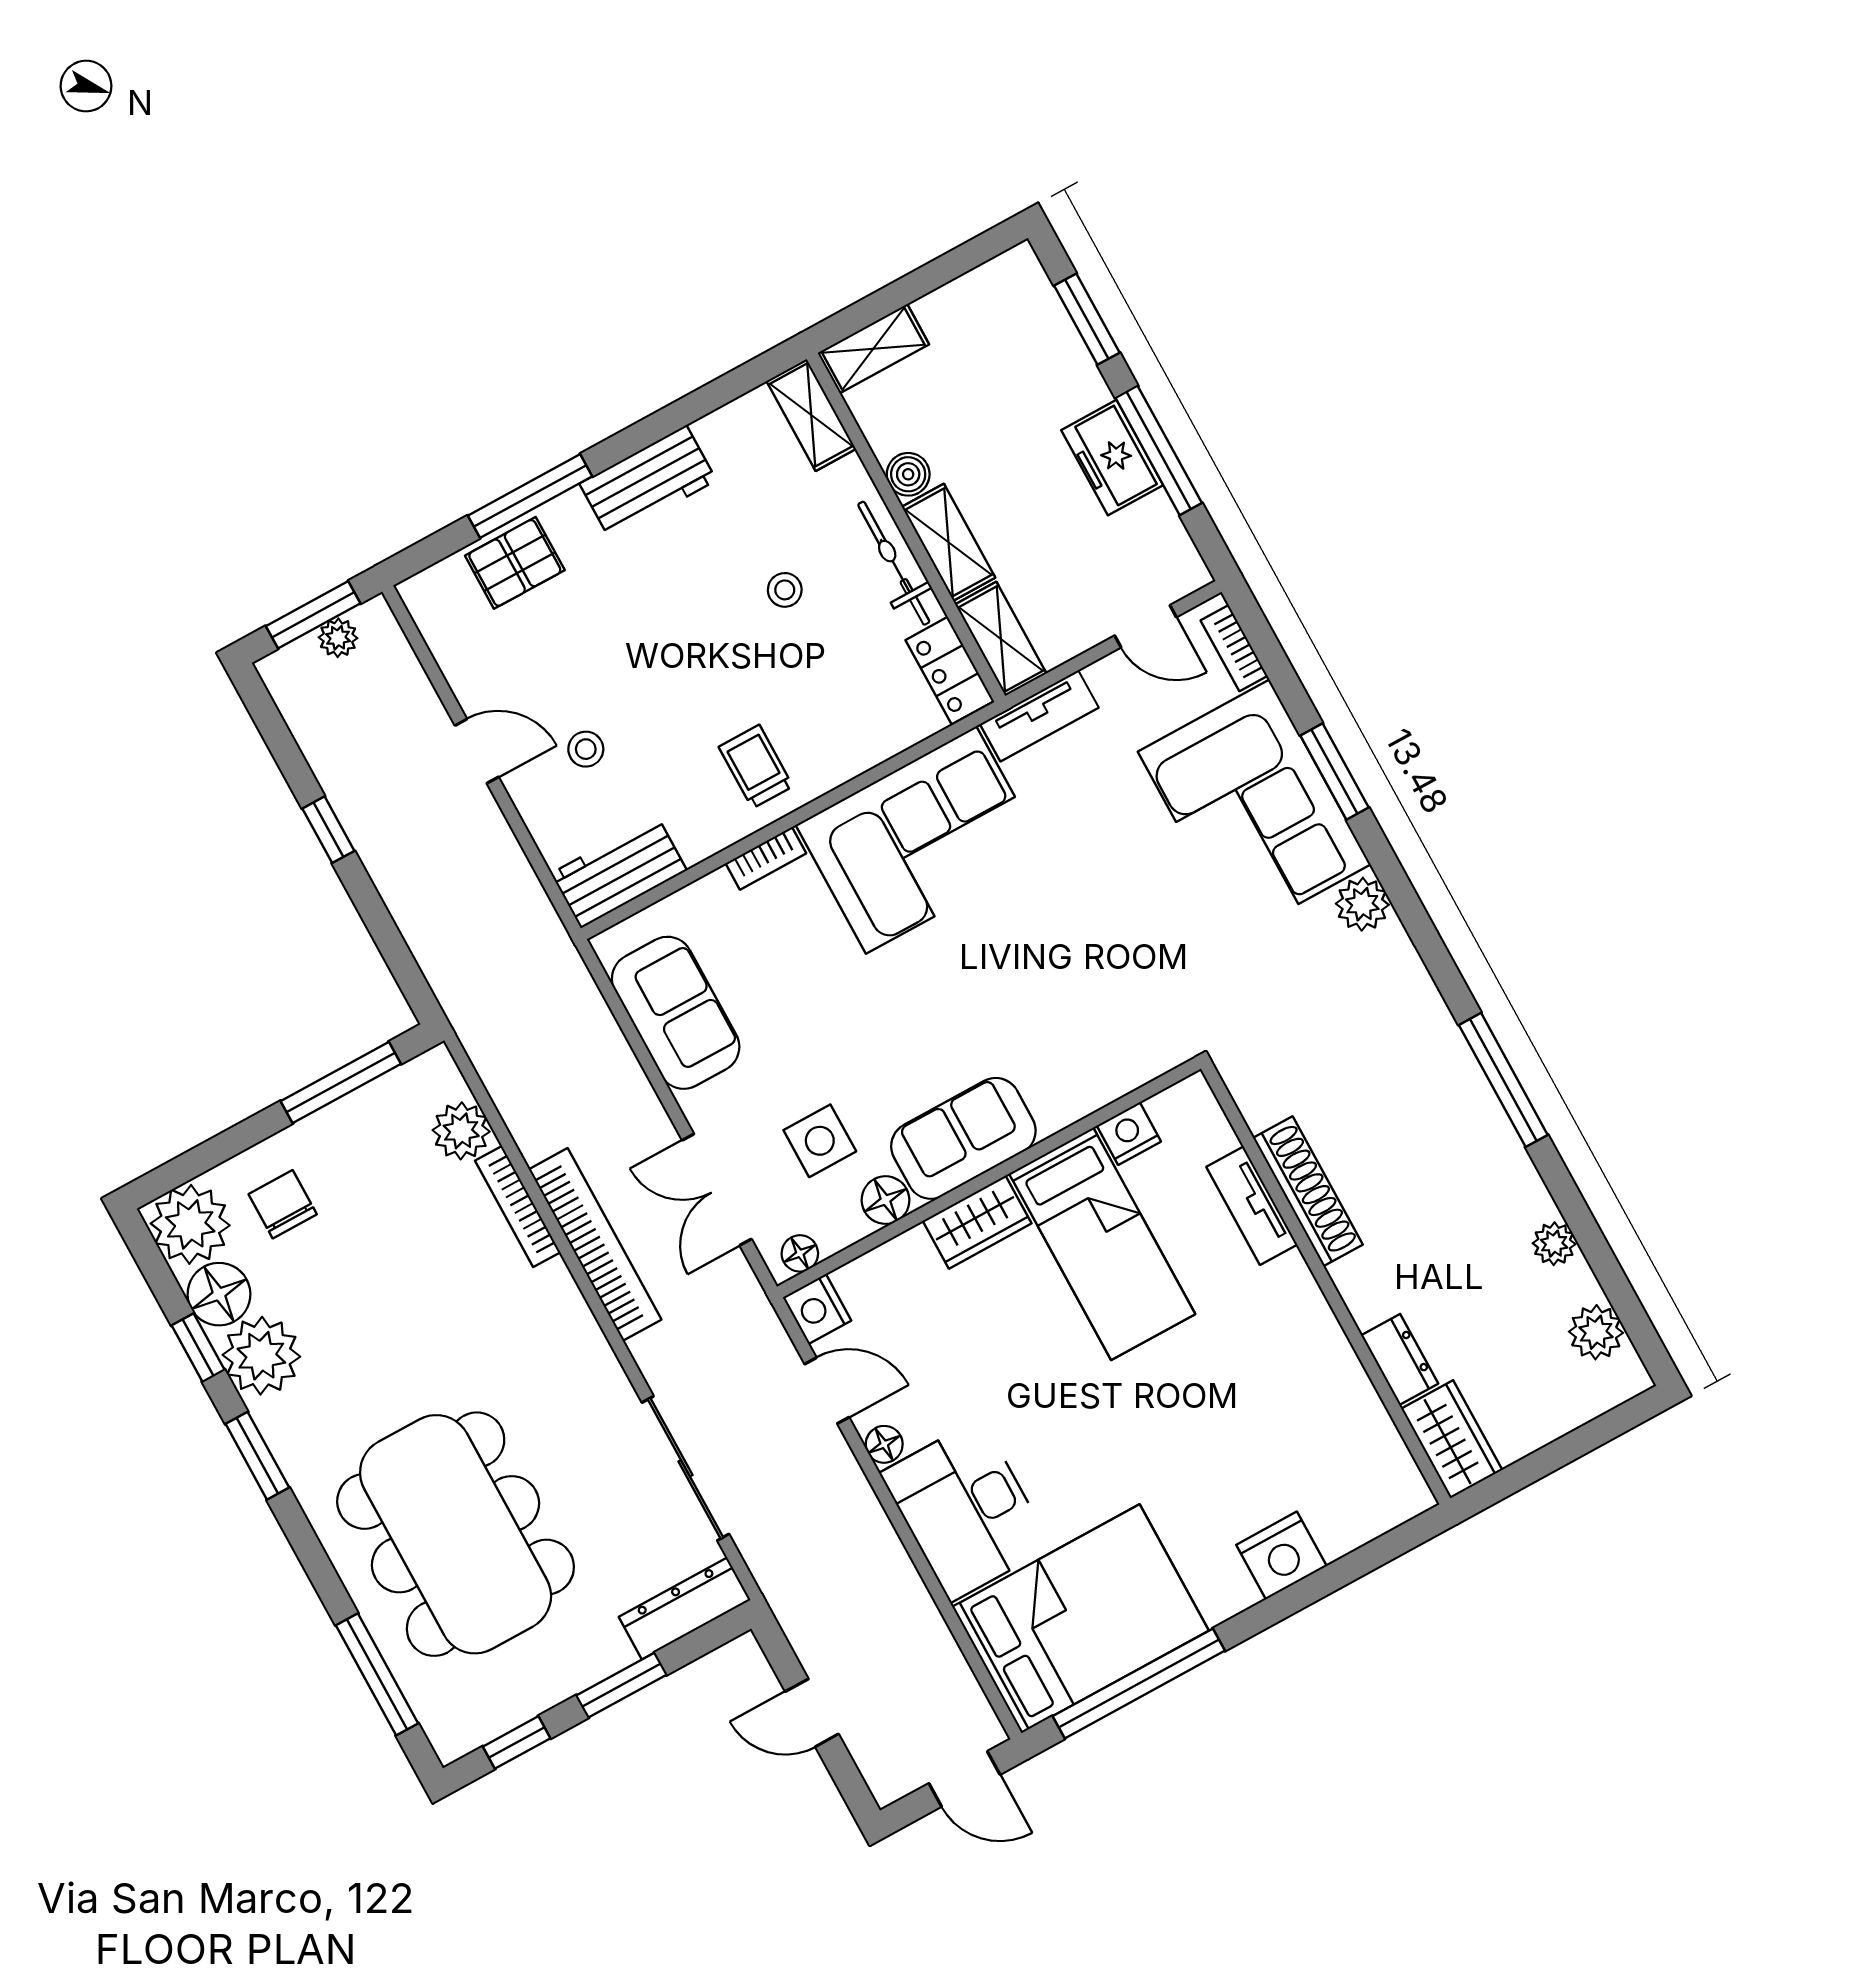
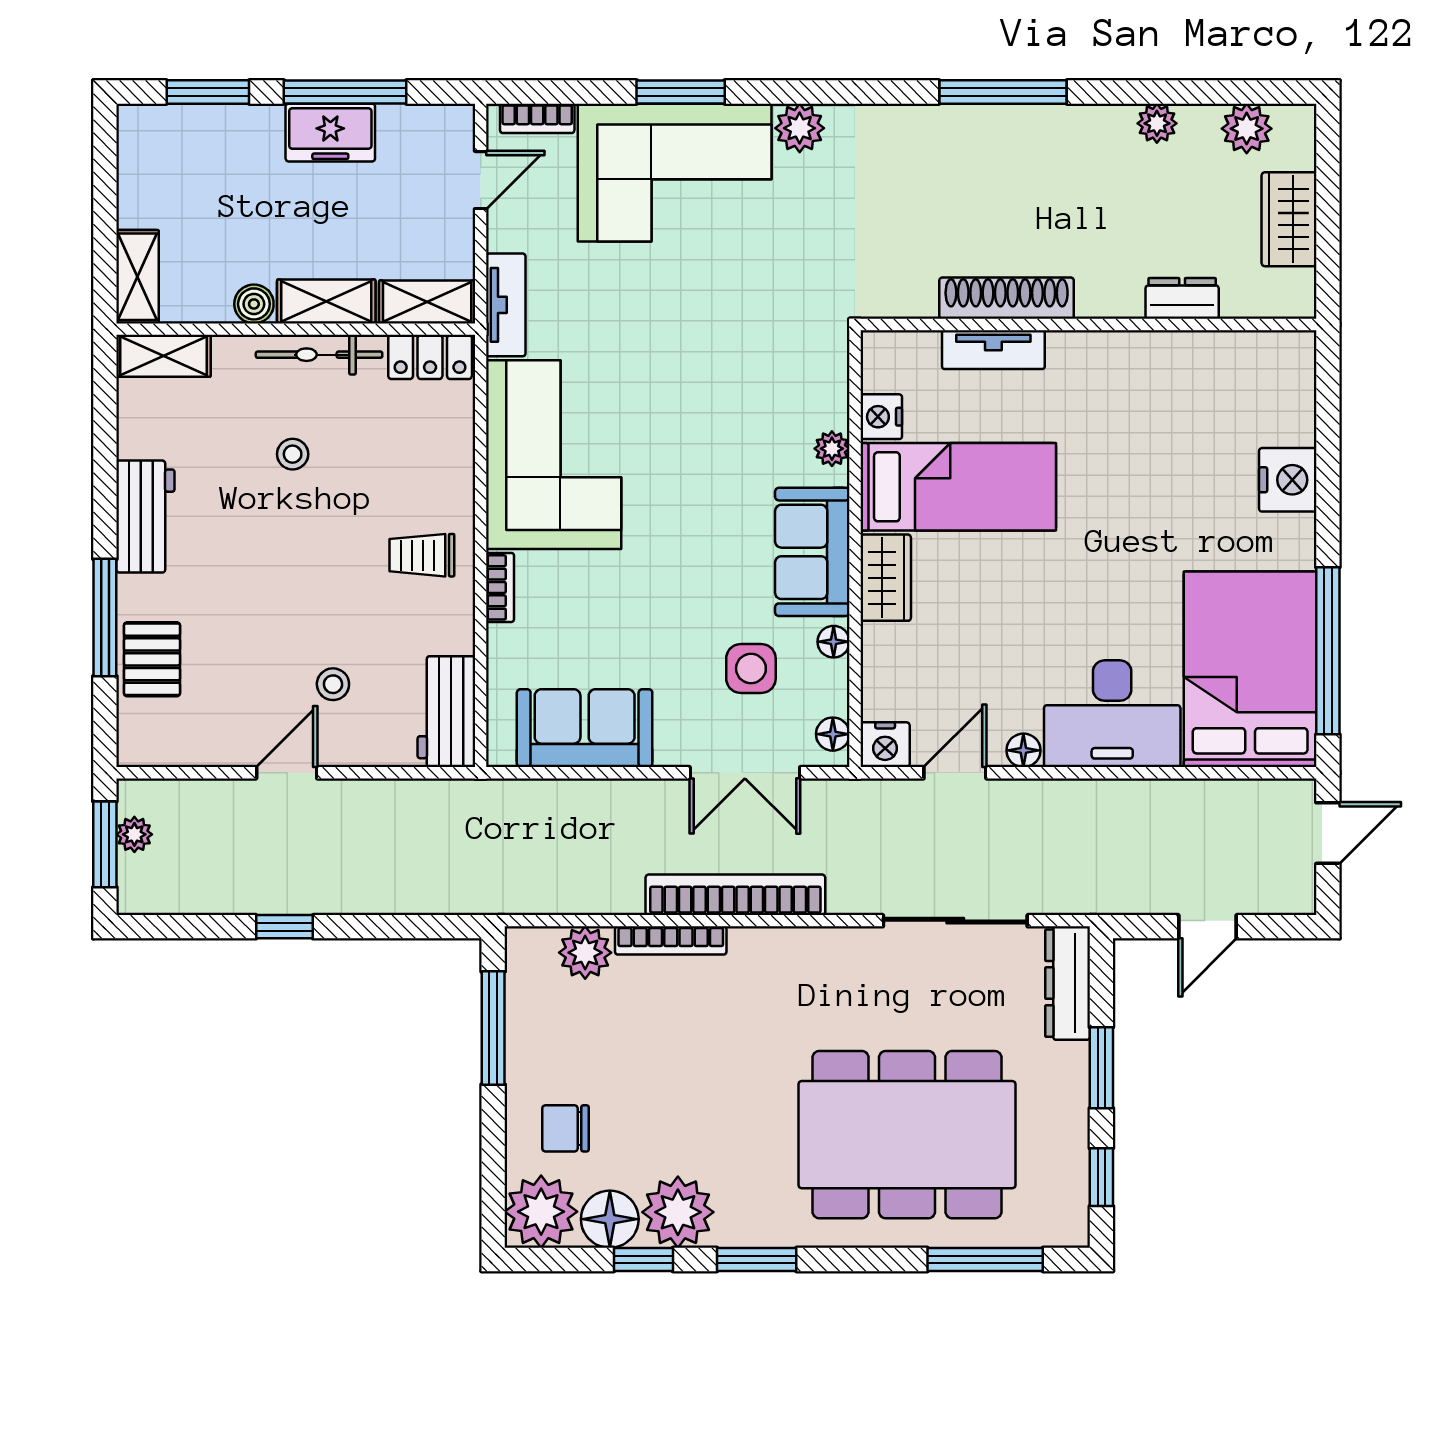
plant: (1073, 1103) -> (832, 449), added
floor lamp: (886, 1200) -> (834, 642), width x0.73, depth x0.73
wardrobe: (1452, 1439) -> (1289, 219), moved, turned -90

